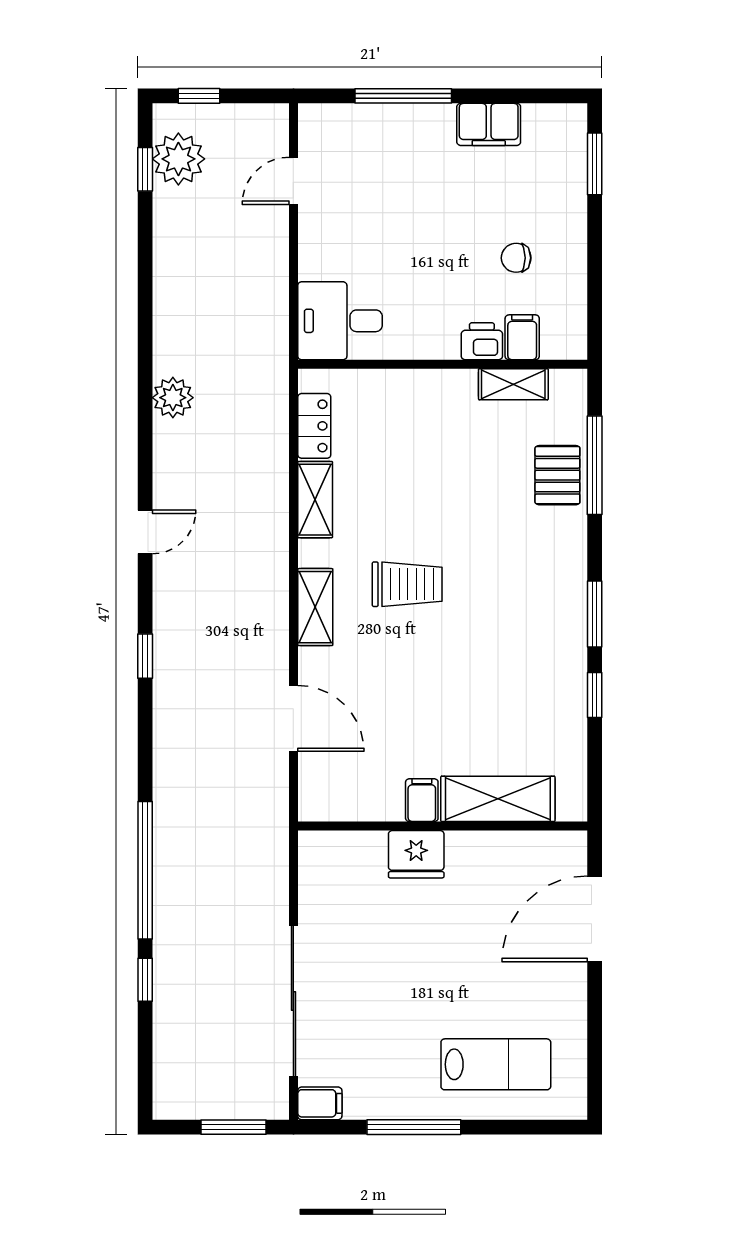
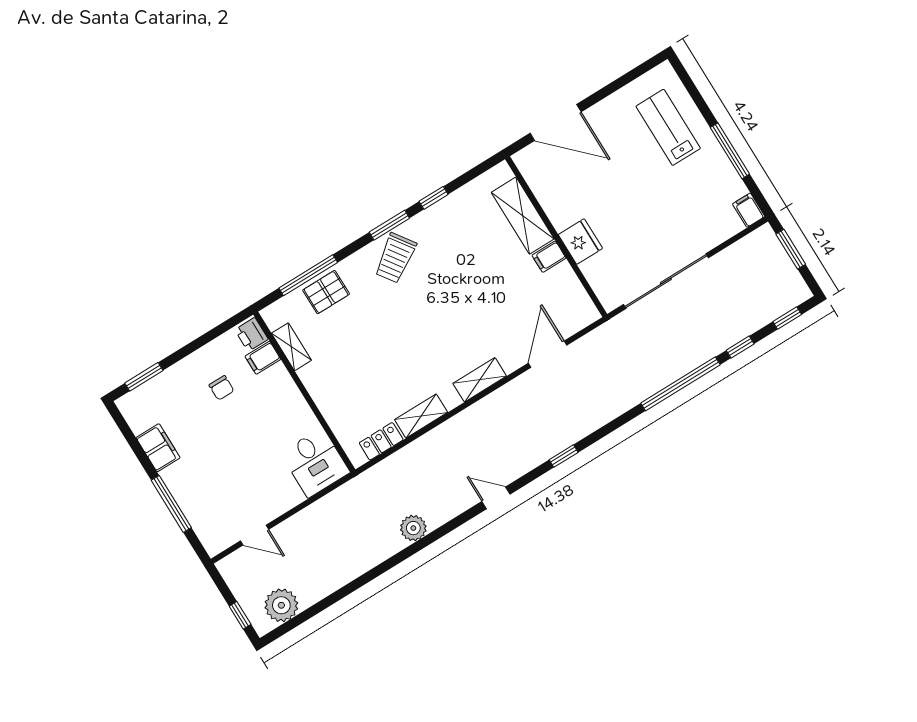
window: (145, 169) -> (787, 318), moved
printer: (482, 341) -> (251, 334), moved
trolley: (407, 584) -> (395, 258), moved, turned -125
sliding door: (293, 1001) -> (666, 281), moved

